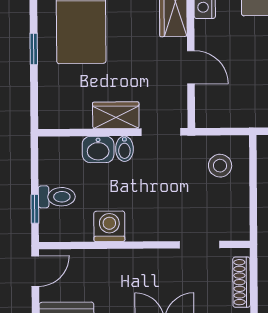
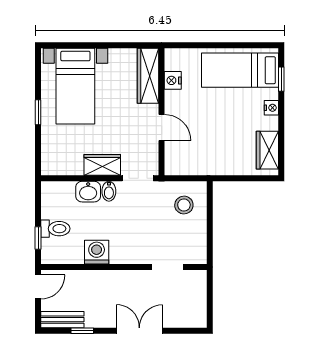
shoe rack: (242, 282) -> (200, 297), removed

